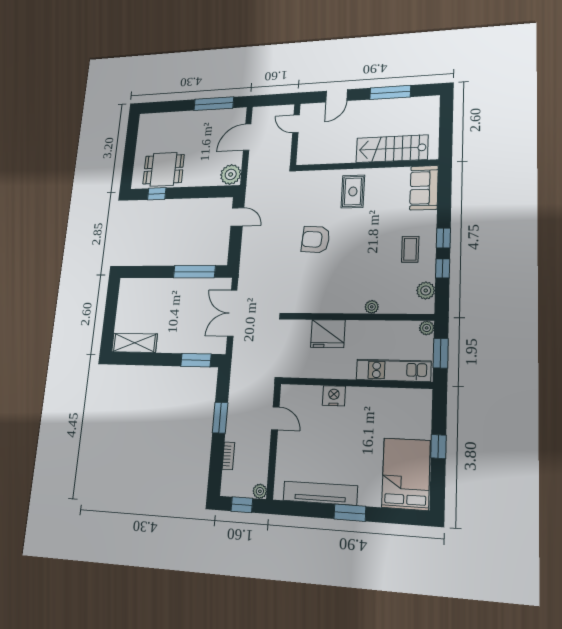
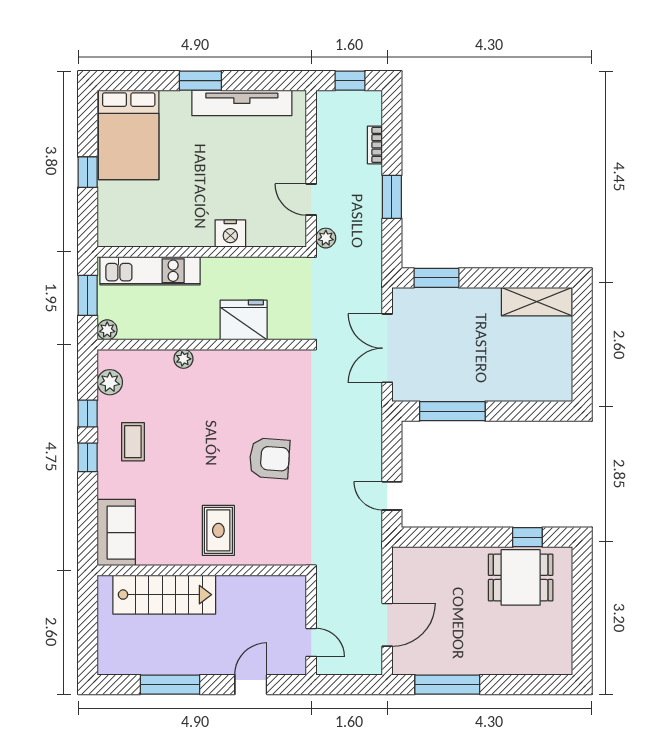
plant: (231, 174) -> (409, 564), removed
double door: (232, 313) -> (387, 348), swing flipped
plant: (260, 491) -> (326, 238), moved

